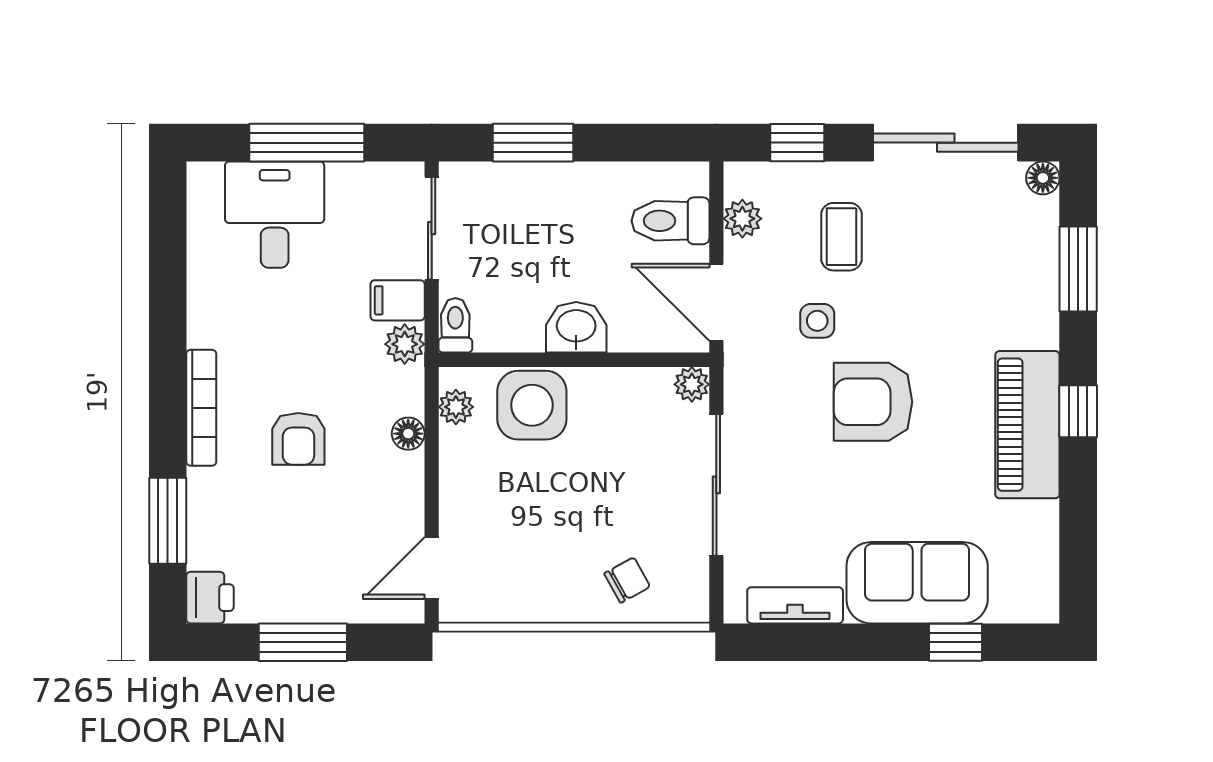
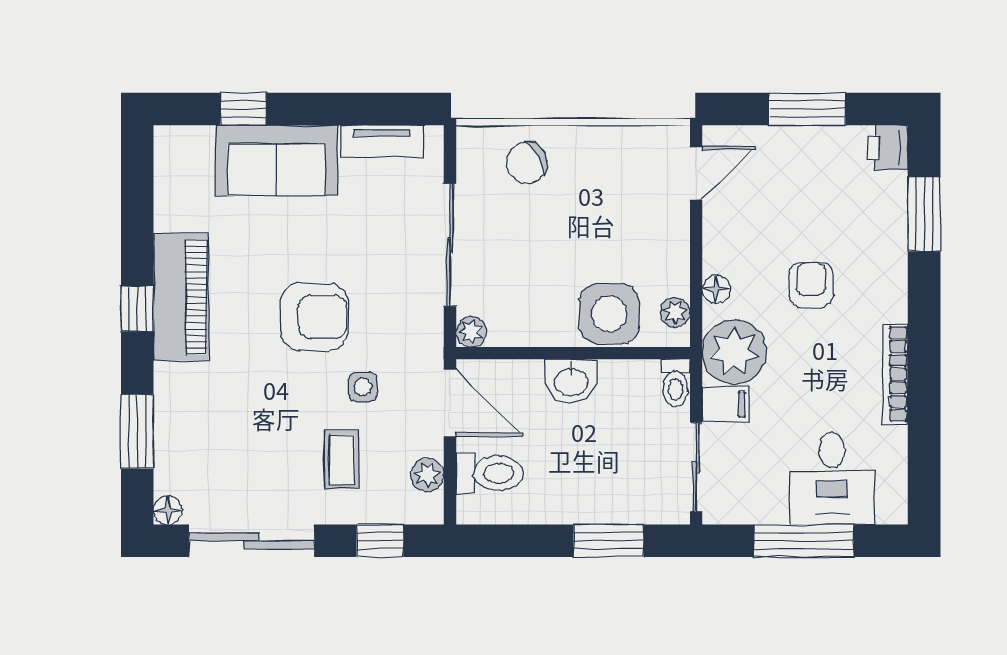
plant: (405, 344) -> (734, 352), width x1.87, depth x1.87
bookcase: (201, 408) -> (895, 374), moved
chair: (627, 580) -> (527, 163), width x1.37, depth x1.37

